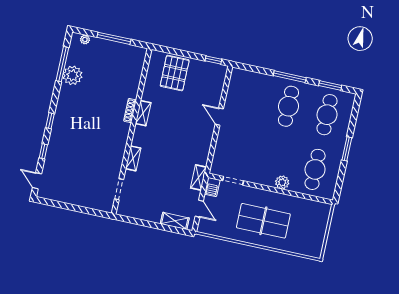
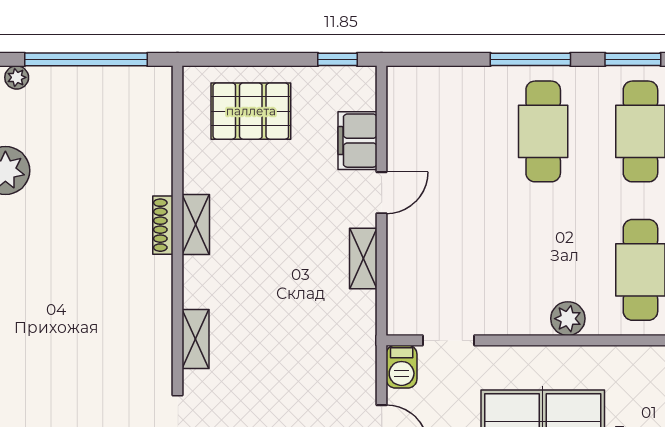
window: (114, 38) -> (86, 59), width x1.46
pallet: (175, 73) -> (251, 111), turned 90
filing cabinet: (214, 94) -> (357, 141), added
door: (219, 117) -> (382, 193), swing flipped
shelving: (198, 177) -> (363, 259), moved

